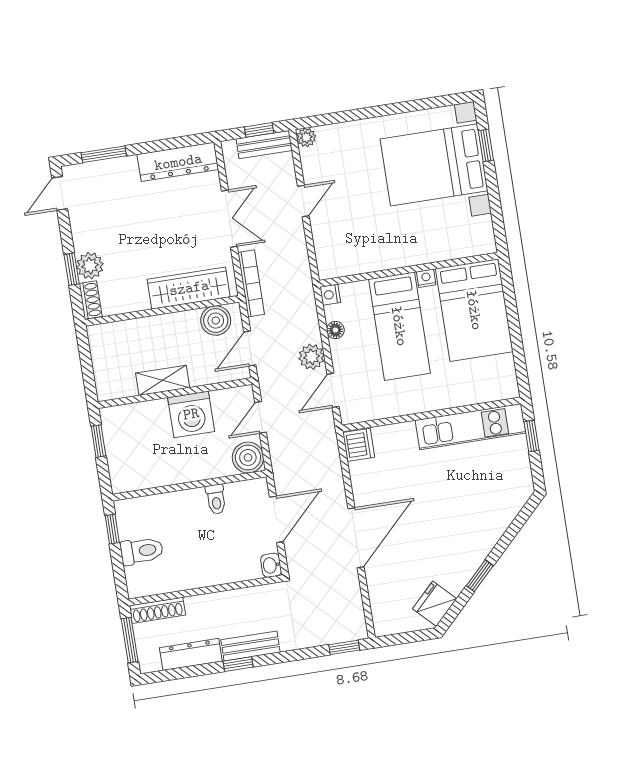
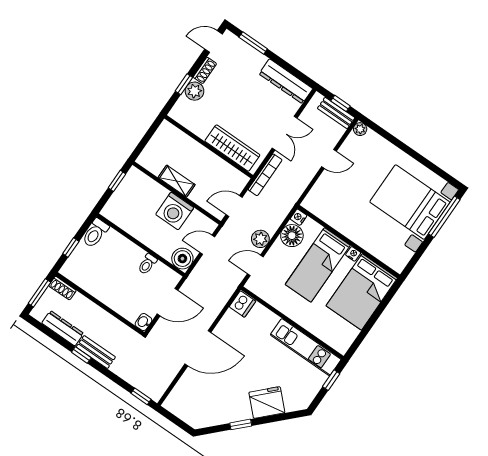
window: (486, 145) -> (444, 217), width x2.17
shoe rack: (91, 300) -> (205, 70), moved
boiler: (216, 321) -> (230, 177), removed
floor lamp: (335, 330) -> (292, 236), width x1.89, depth x1.89
window: (112, 529) -> (71, 248), moved
toilet: (142, 551) -> (95, 233), moved, turned 90
fridge: (435, 604) -> (267, 403), moved, width x1.36, depth x1.34
shoe rack: (157, 610) -> (62, 288), width x0.70

